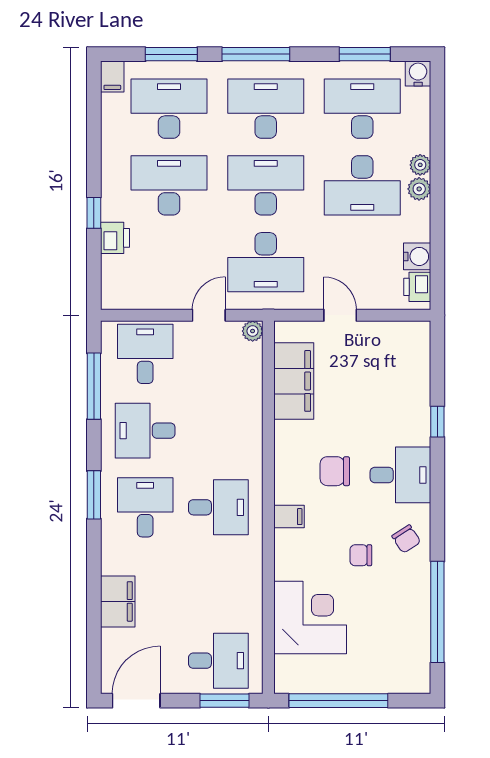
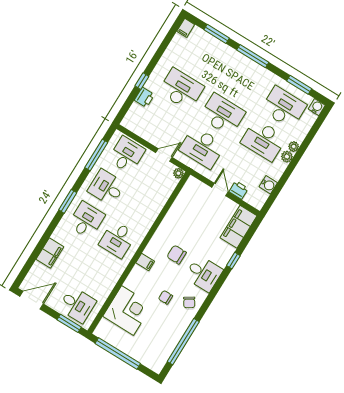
desk: (169, 109) -> (201, 56), removed
desk: (266, 109) -> (243, 82), removed
printer: (417, 287) -> (239, 190), moved, turned 90
filing cabinet: (294, 381) -> (239, 227), moved, turned 180
desk: (218, 507) -> (117, 239), turned 90

